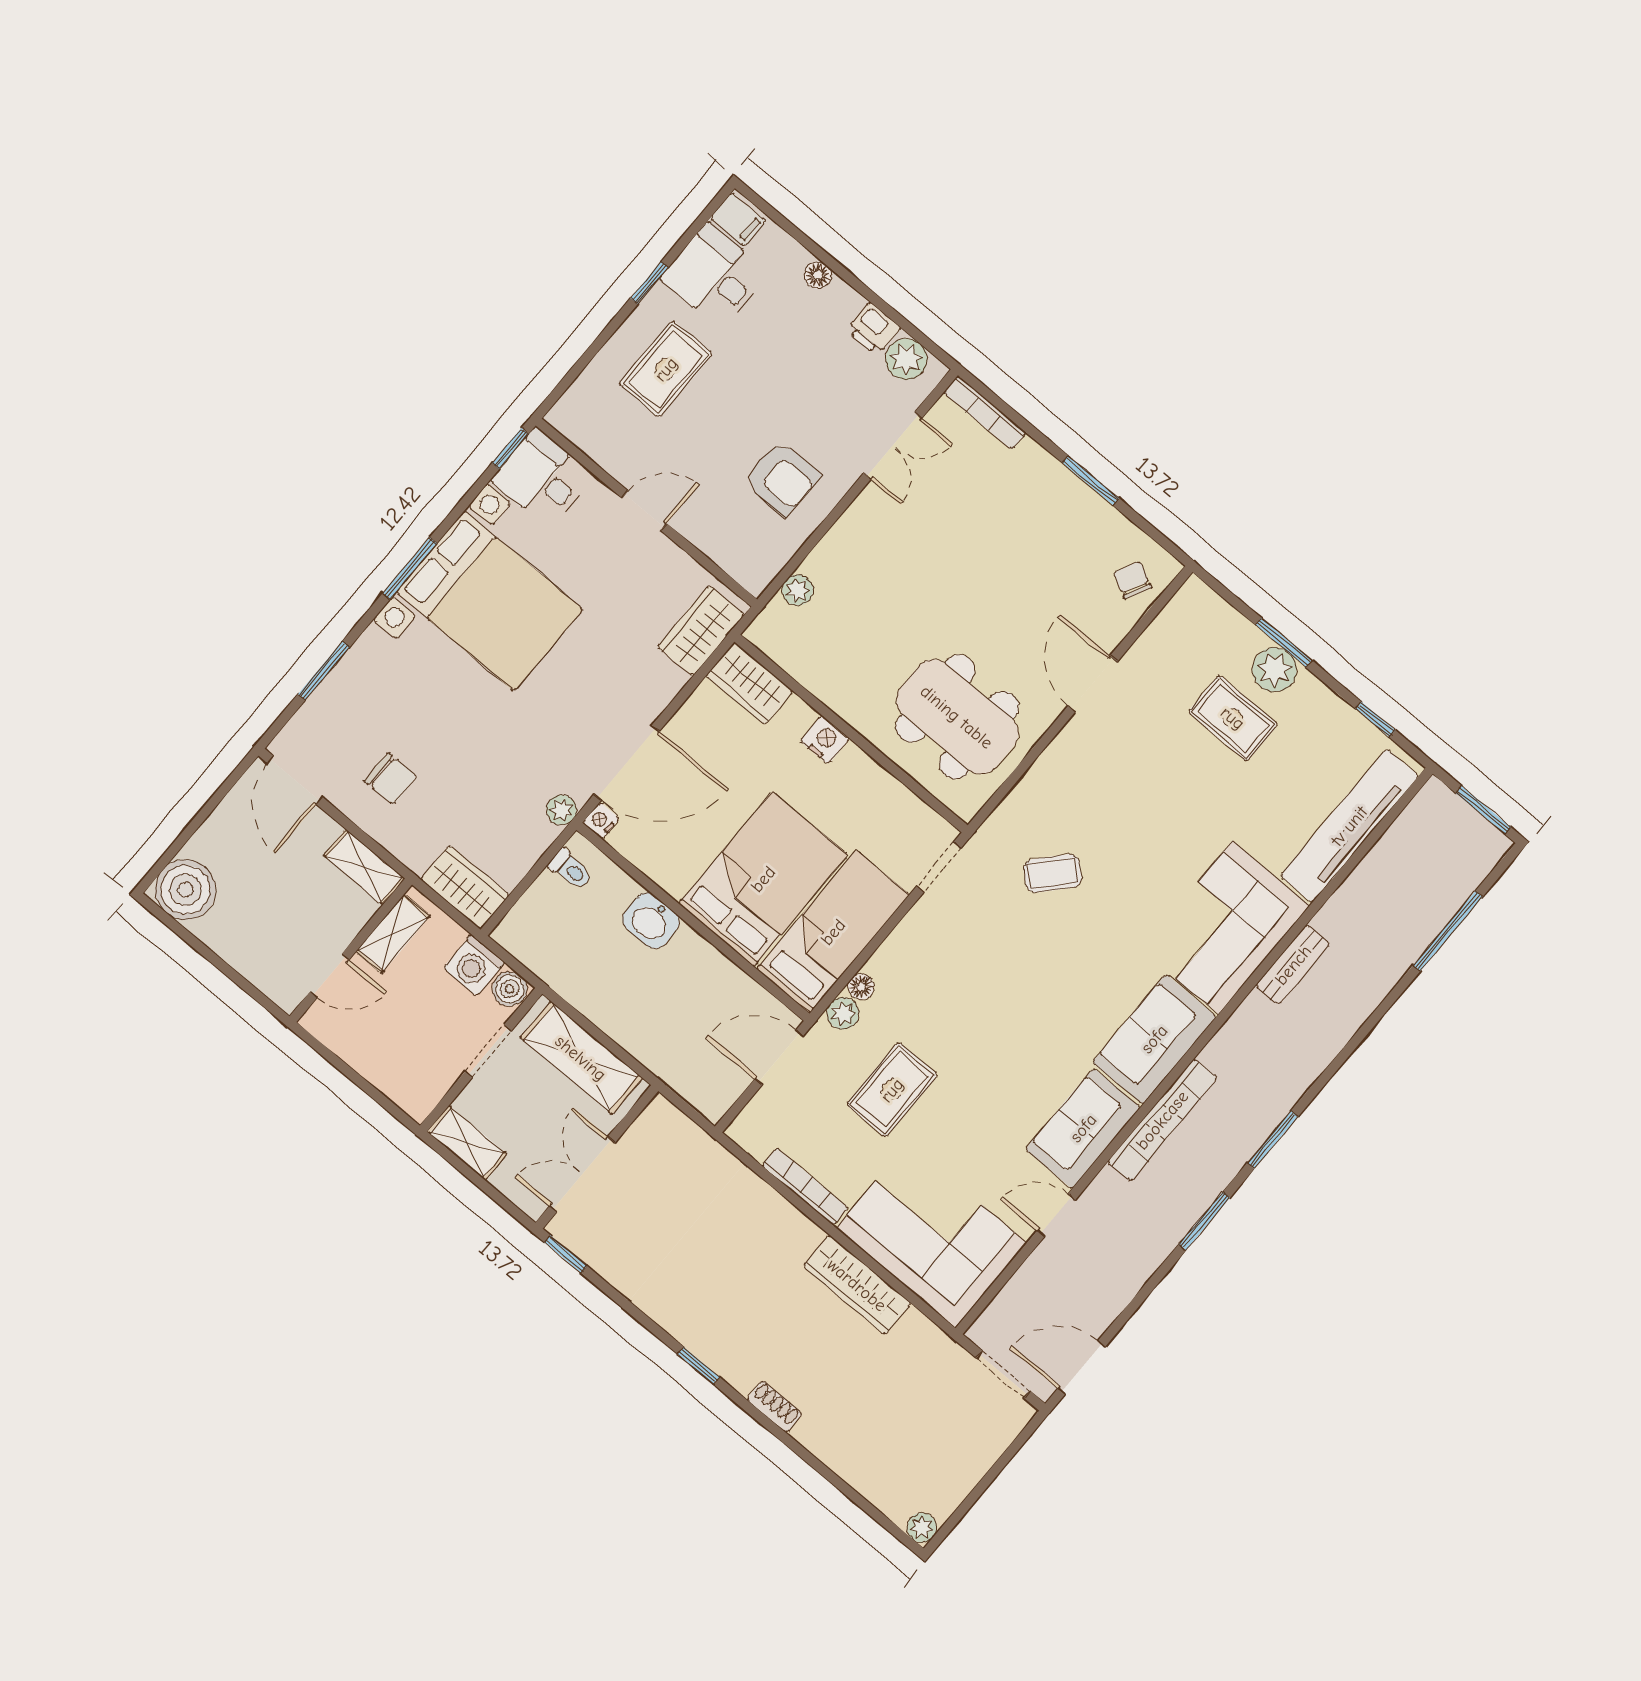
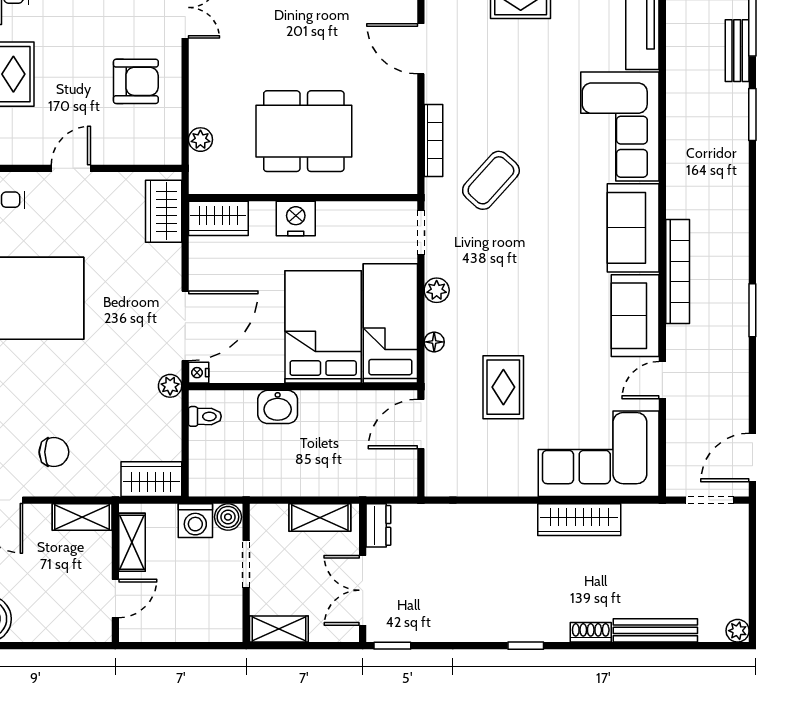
dining table: (957, 717) -> (304, 131), moved
nightstand: (825, 740) -> (296, 218), width x1.36, depth x1.33
coffee table: (1053, 873) -> (491, 180), width x1.36, depth x1.30
bench: (1293, 965) -> (737, 51), moved
plant: (843, 1013) -> (437, 290), moved
shelving: (581, 1058) -> (320, 517), width x0.67, depth x0.75
dresser: (652, 1123) -> (378, 525), added
window: (1273, 1140) -> (752, 114), moved
bookcase: (805, 1187) -> (433, 140), moved, turned 90
bench: (840, 1459) -> (655, 630), added

